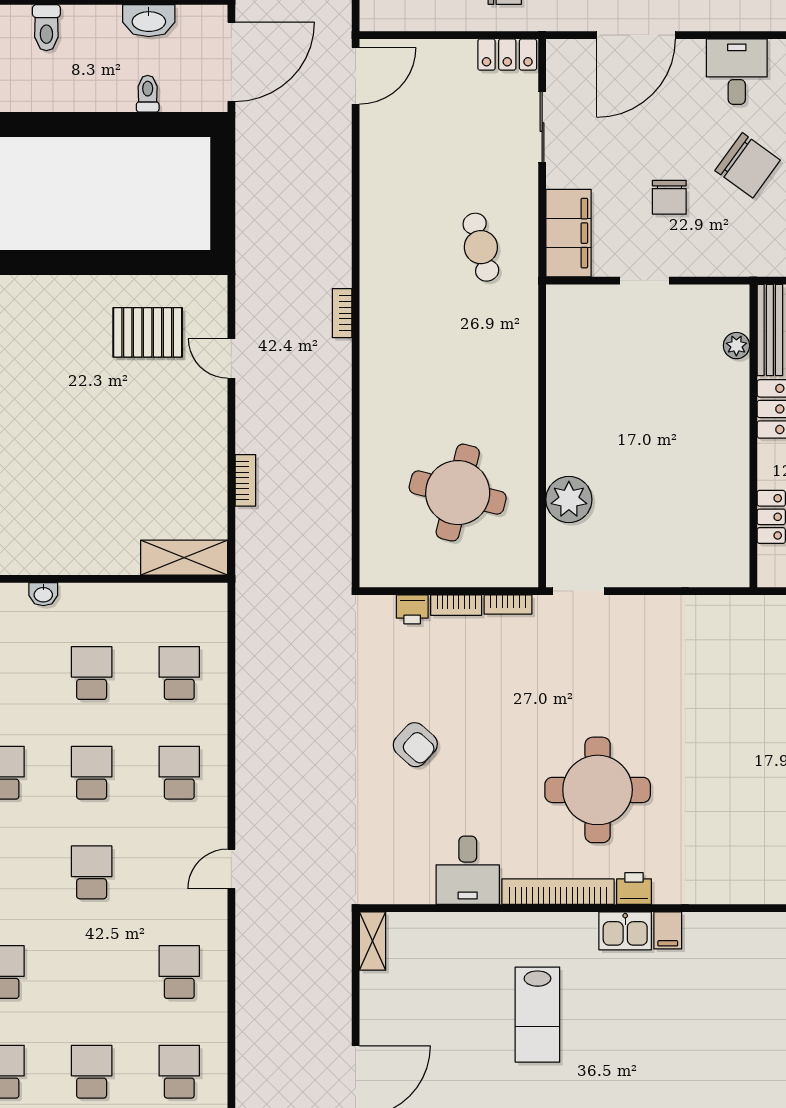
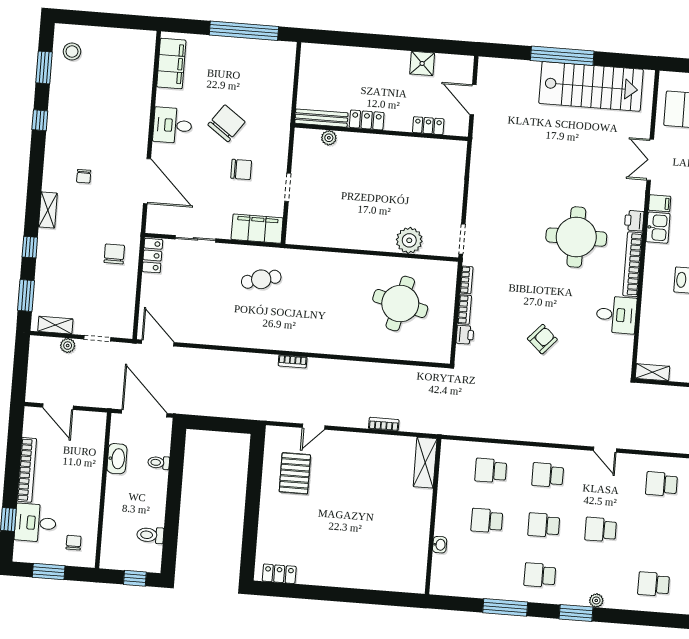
toilet: (46, 28) -> (150, 535), moved, turned 180
double door: (742, 908) -> (650, 160), added

